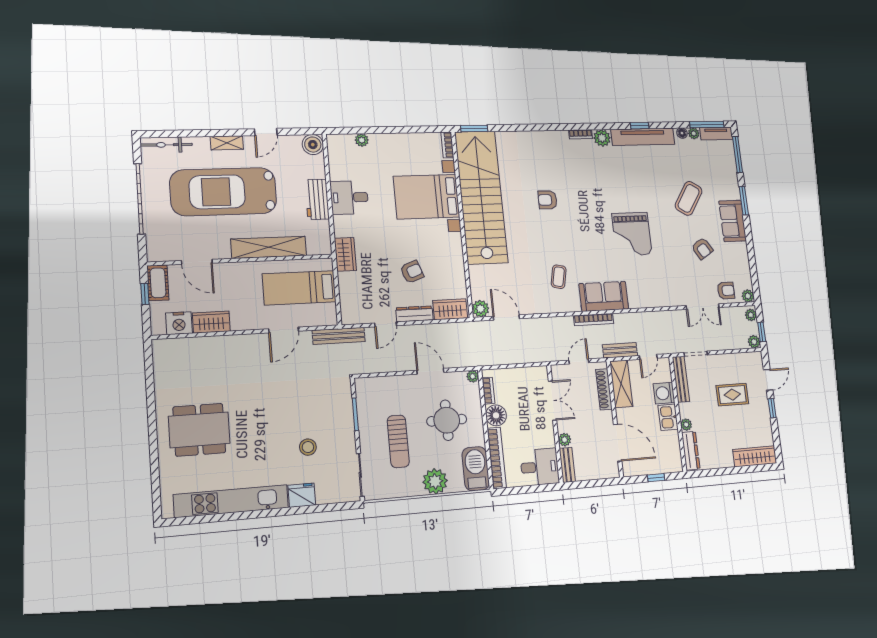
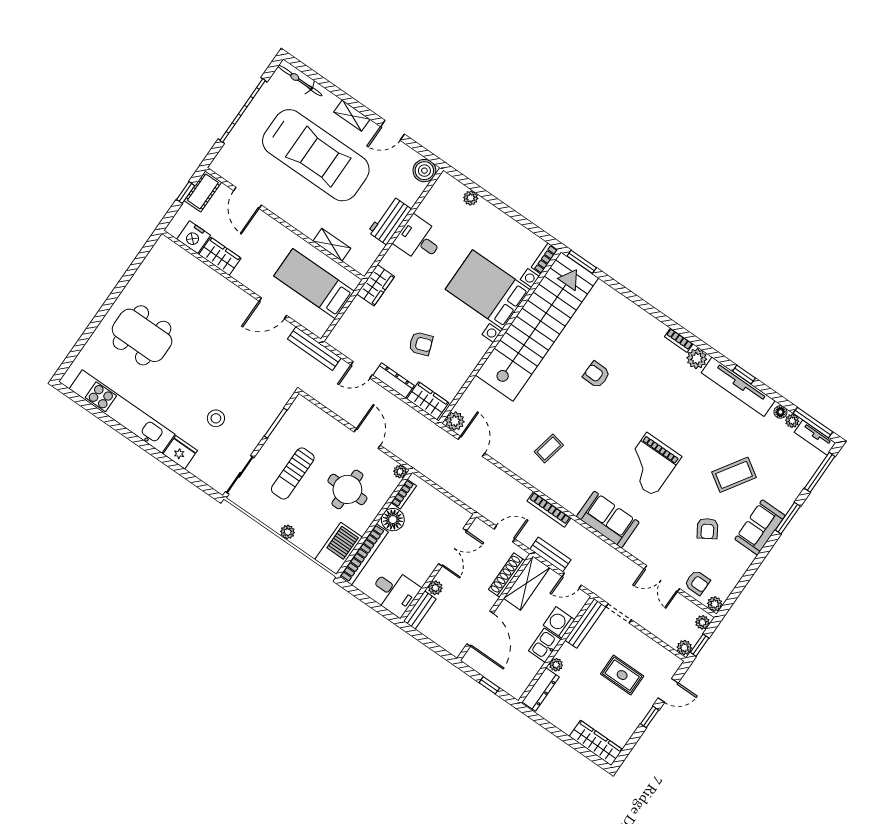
car: (223, 192) -> (316, 155), turned 180
shelving: (269, 247) -> (332, 245), width x0.45, depth x0.75
sofa: (604, 296) -> (608, 519), moved
plant: (435, 481) -> (288, 532), width x0.53, depth x0.53

